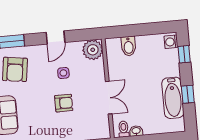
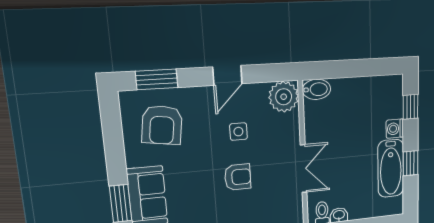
washing machine: (171, 42) -> (395, 129), moved
bidet: (129, 46) -> (316, 89), moved, turned -90

